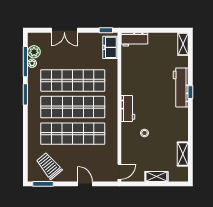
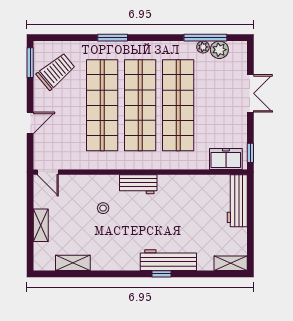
double door: (64, 30) -> (250, 93), swing flipped
workbench: (134, 39) -> (237, 201), width x1.38
window: (25, 94) -> (113, 38), moved

